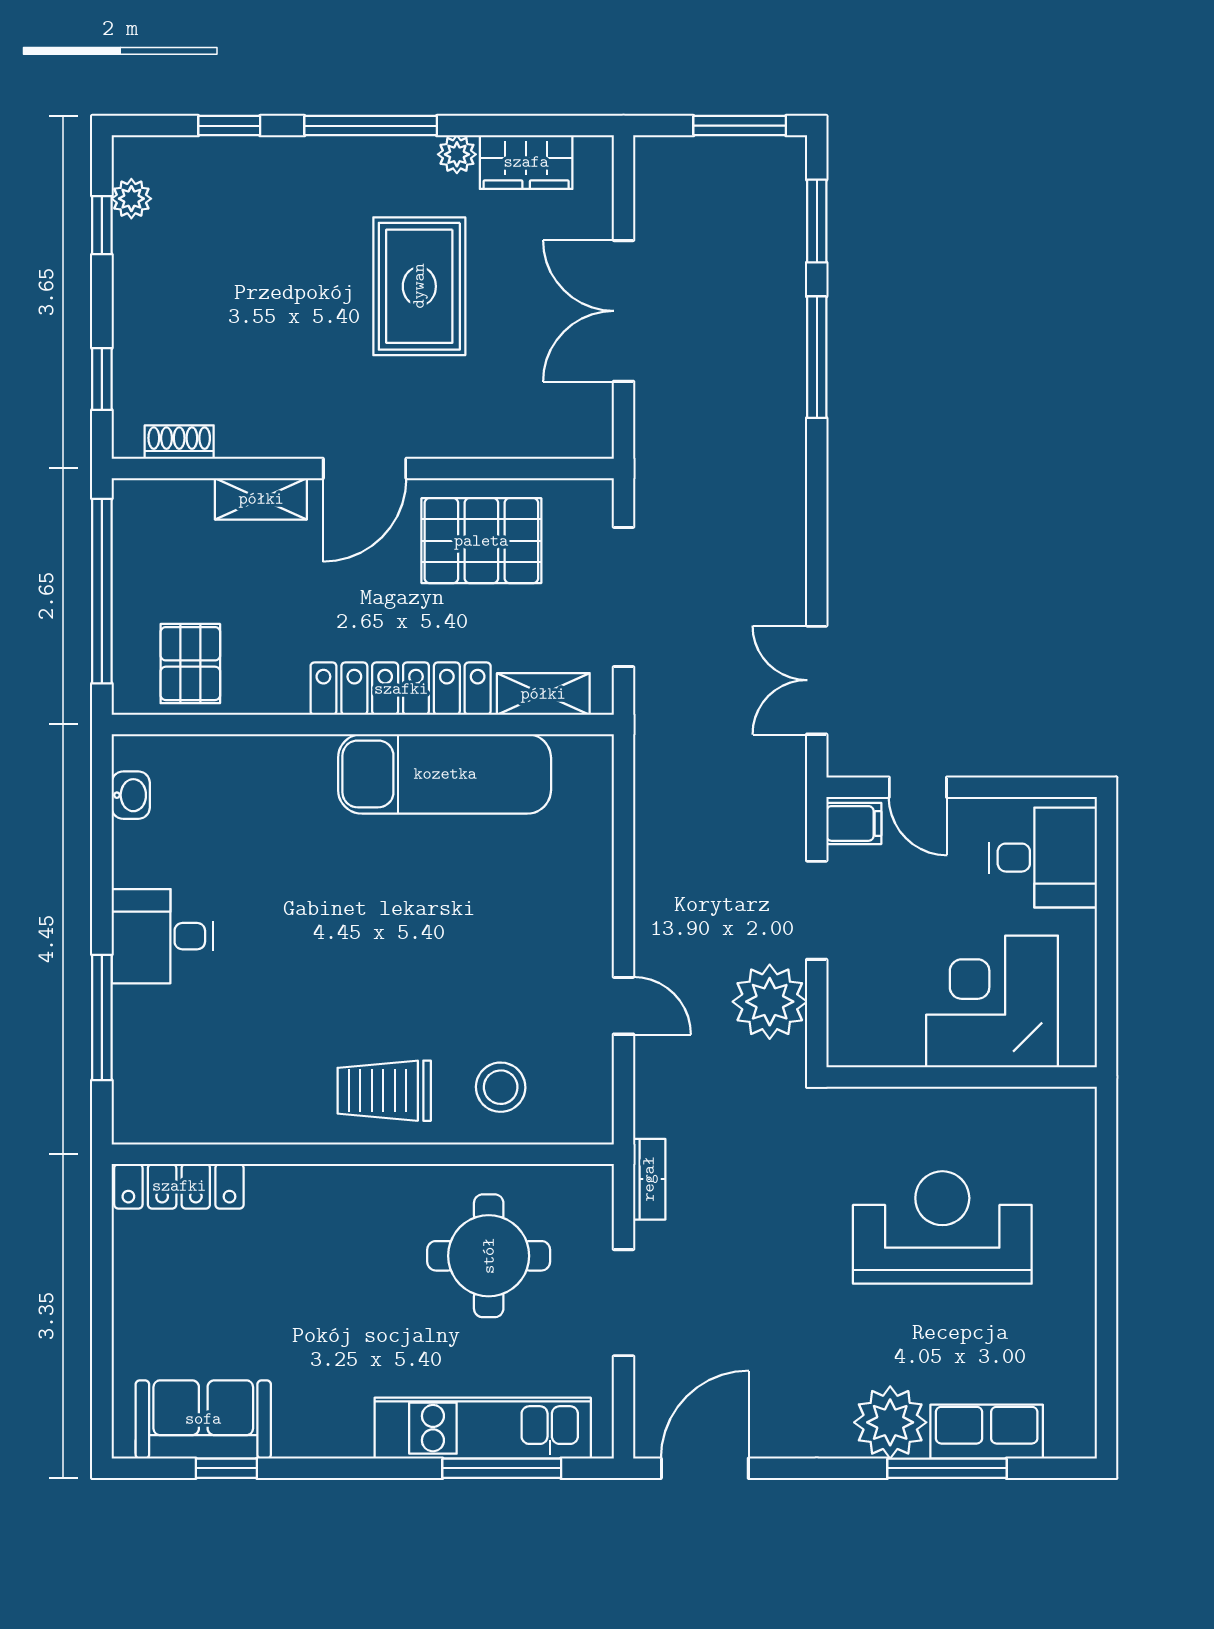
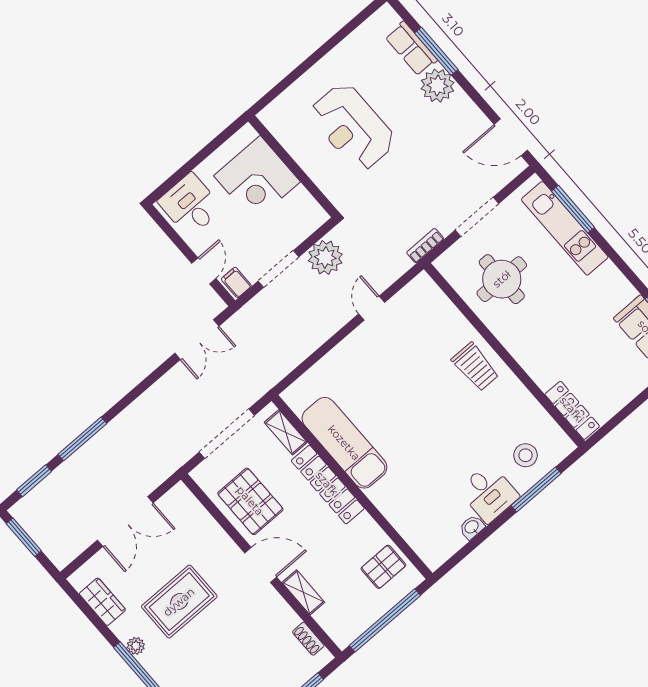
plant: (457, 154) -> (136, 646), moved
washbasin: (131, 795) -> (472, 527), moved
stool: (501, 1087) -> (525, 455), moved

